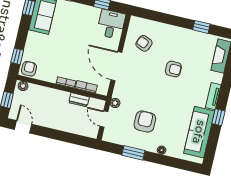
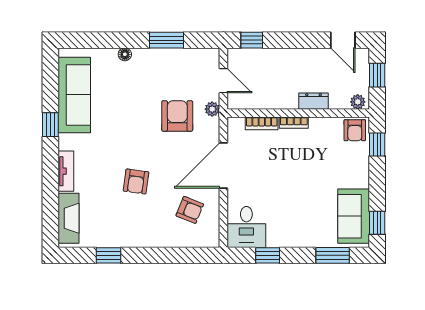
door: (116, 66) -> (223, 165), swing flipped
armchair: (173, 69) -> (136, 181), turned -82
tv unit: (213, 96) -> (66, 171), moved
dresser: (79, 100) -> (314, 101), moved
armchair: (145, 122) -> (177, 116), moved, turned 180
window: (80, 140) -> (252, 40), added

